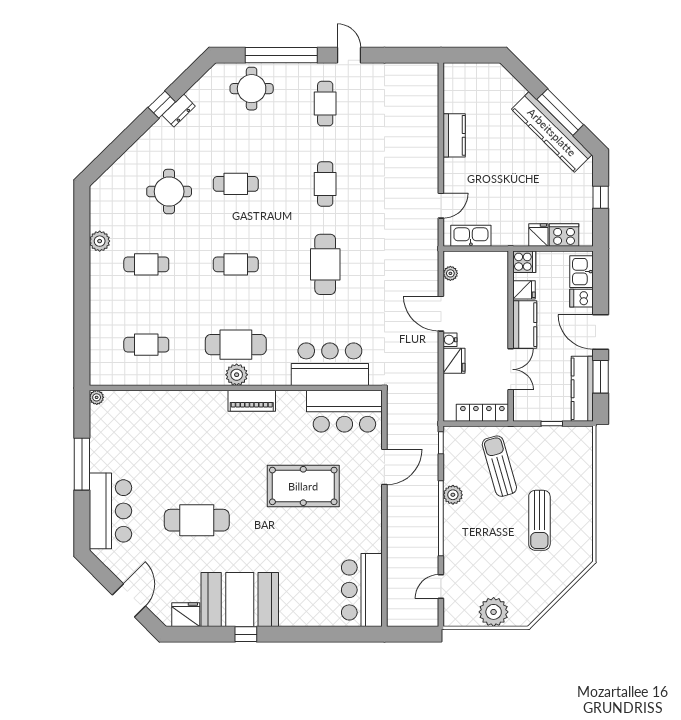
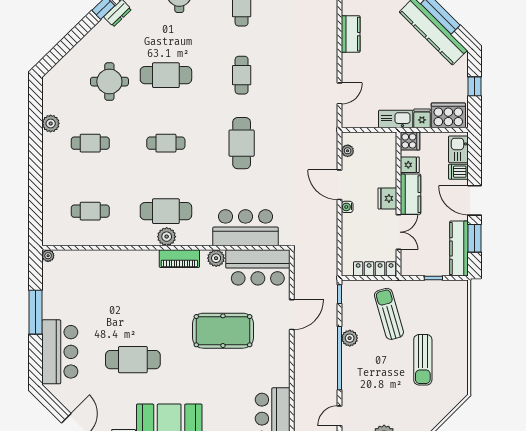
cafe table: (236, 184) -> (166, 75), width x1.37, depth x1.35
cooker: (564, 235) -> (448, 115), width x1.37, depth x1.31
kitchen sink: (471, 236) -> (396, 119), moved
fridge: (454, 361) -> (387, 198), moved, turned 180
plant: (295, 400) -> (216, 258), added

